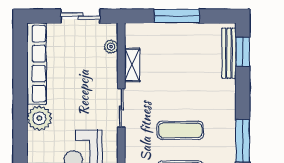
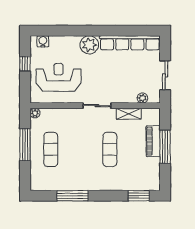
piano: (169, 32) -> (153, 141), added
bench: (229, 53) -> (138, 185), removed
exercise mat: (180, 130) -> (110, 149), moved

